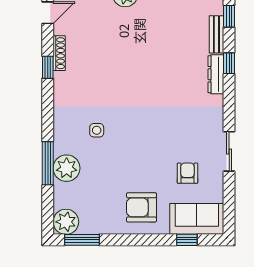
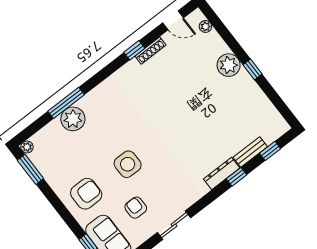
side table: (97, 130) -> (128, 164), moved, width x1.87, depth x1.87
armchair: (187, 173) -> (136, 208), turned -90
armchair: (141, 207) -> (86, 194), turned 90
plant: (66, 222) -> (27, 147), width x0.53, depth x0.53

